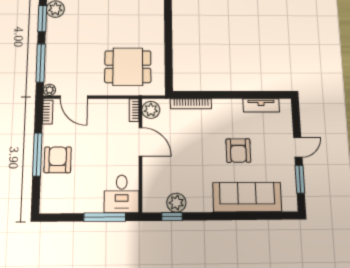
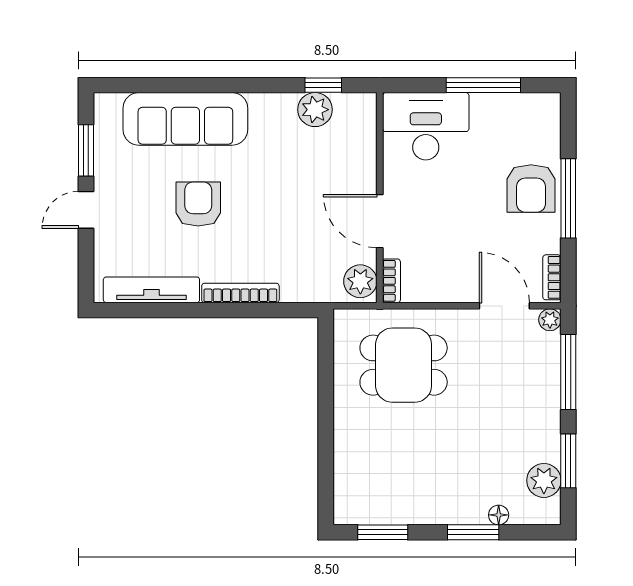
bookcase: (191, 104) -> (240, 293), moved
tv unit: (261, 105) -> (151, 290), width x1.41
desk: (122, 194) -> (426, 126), width x1.37
window: (105, 217) -> (483, 85), moved

